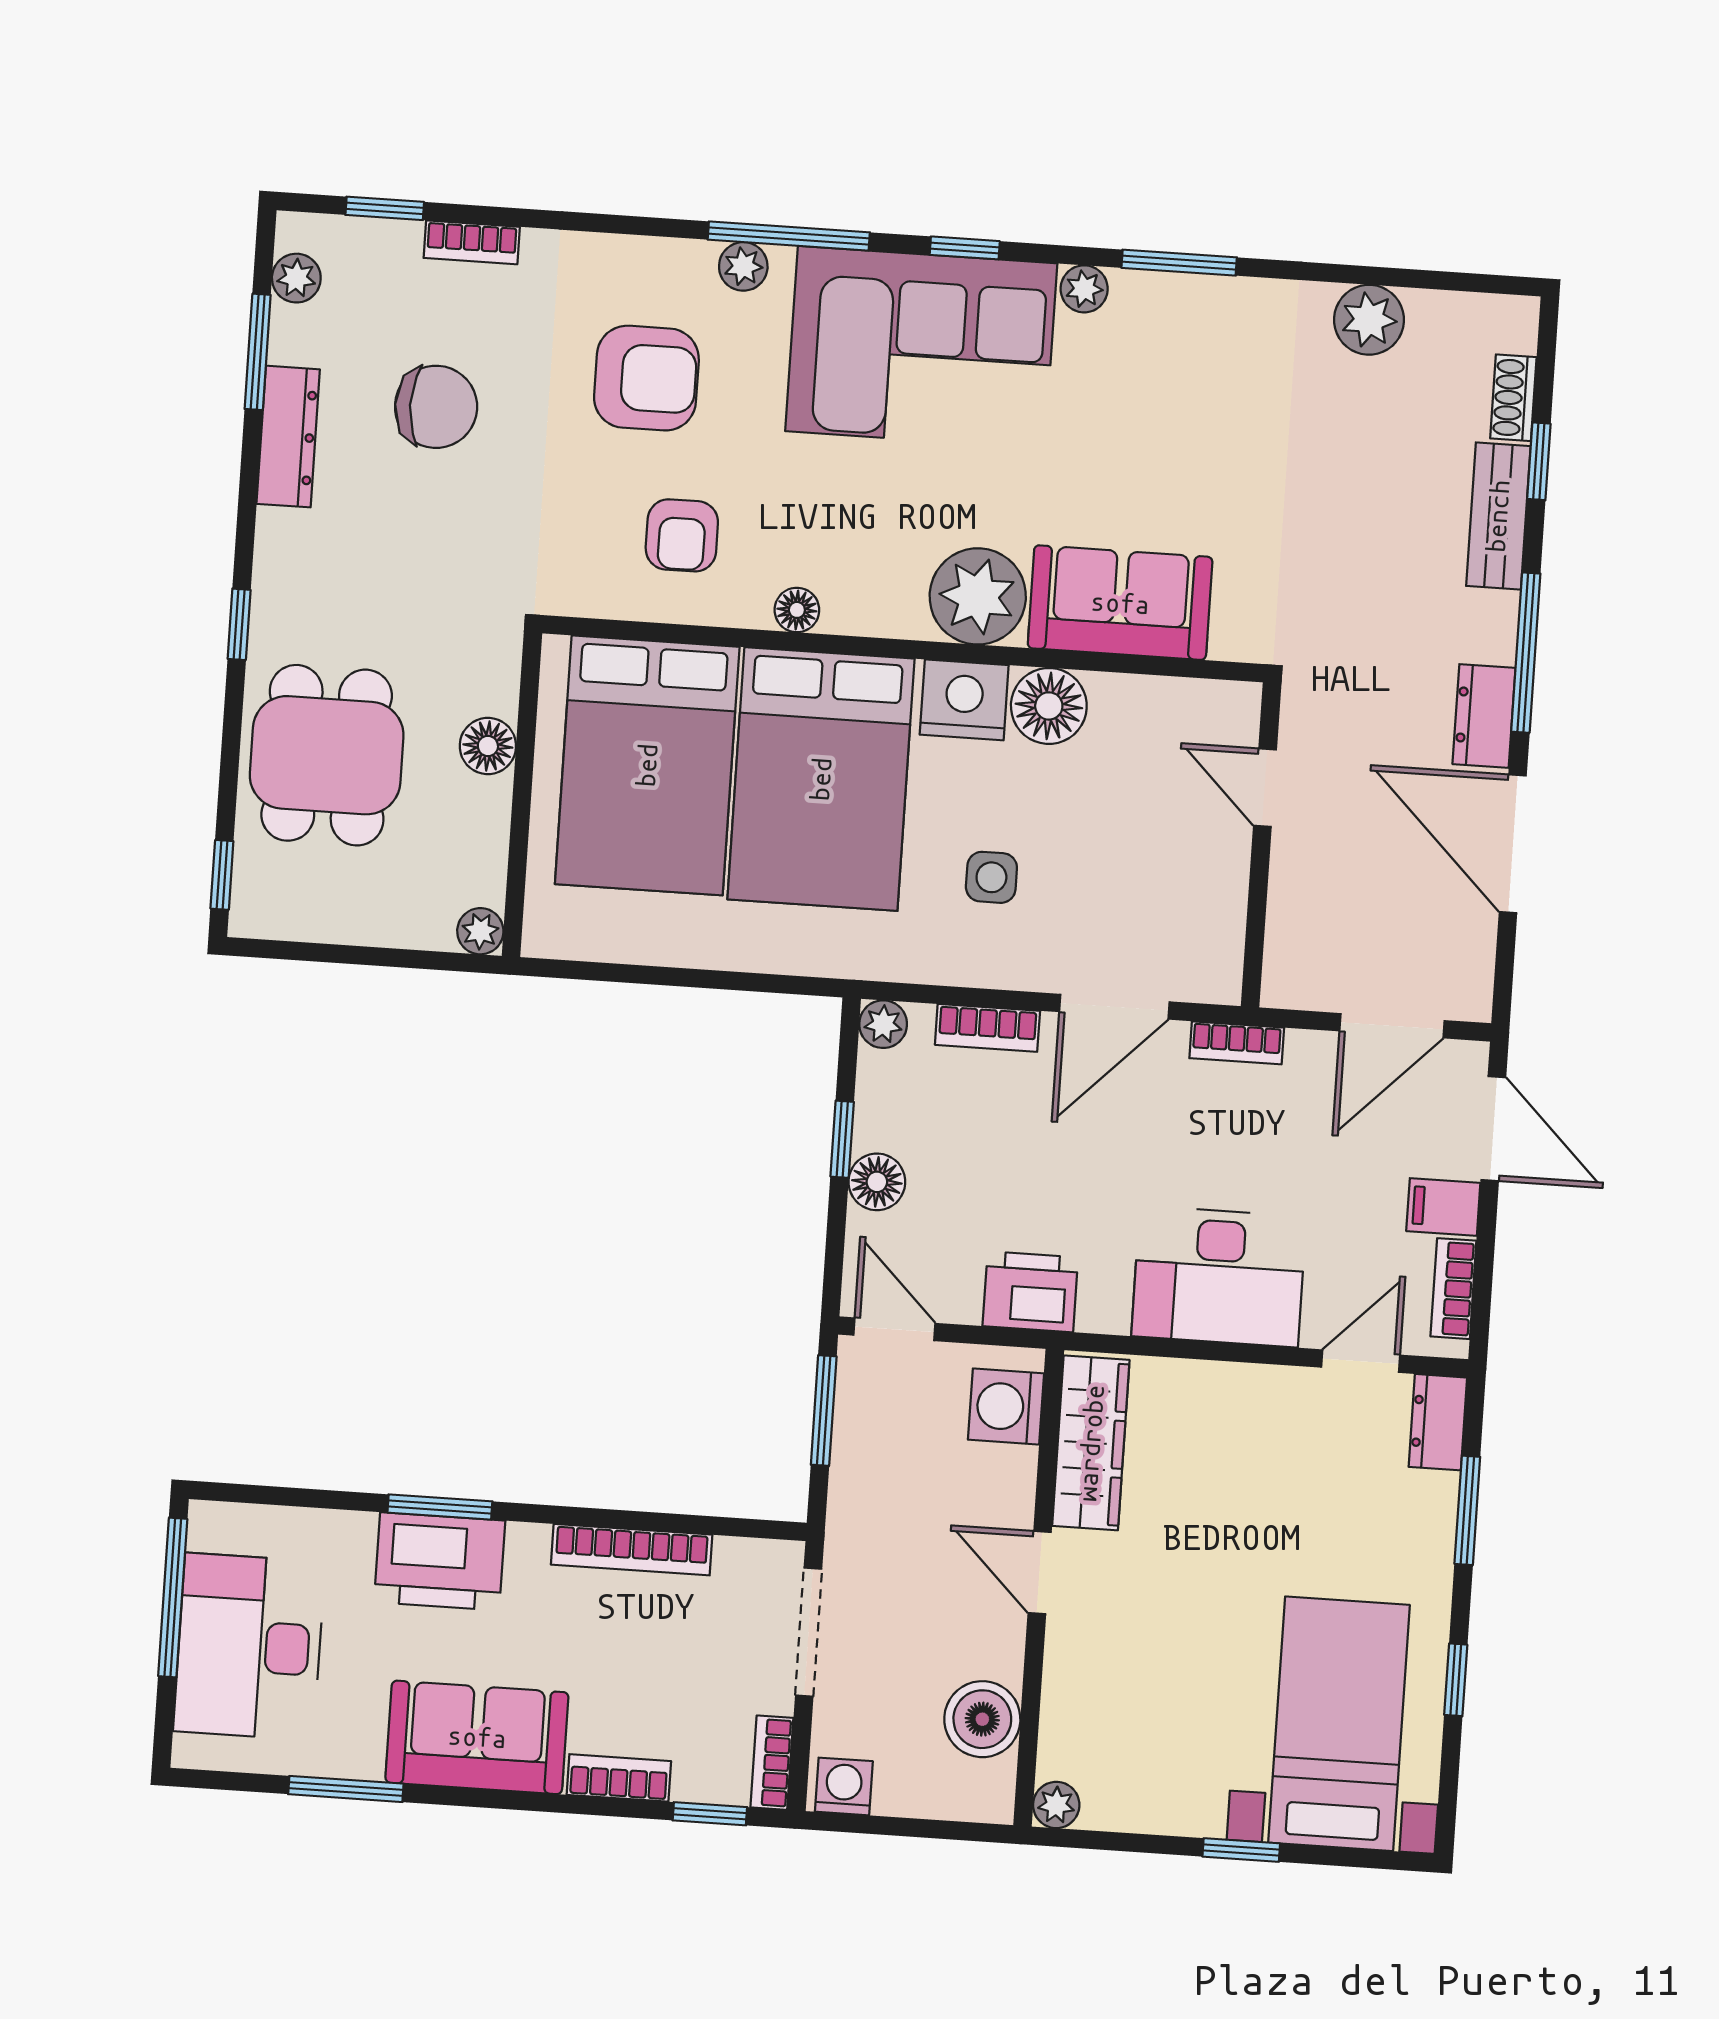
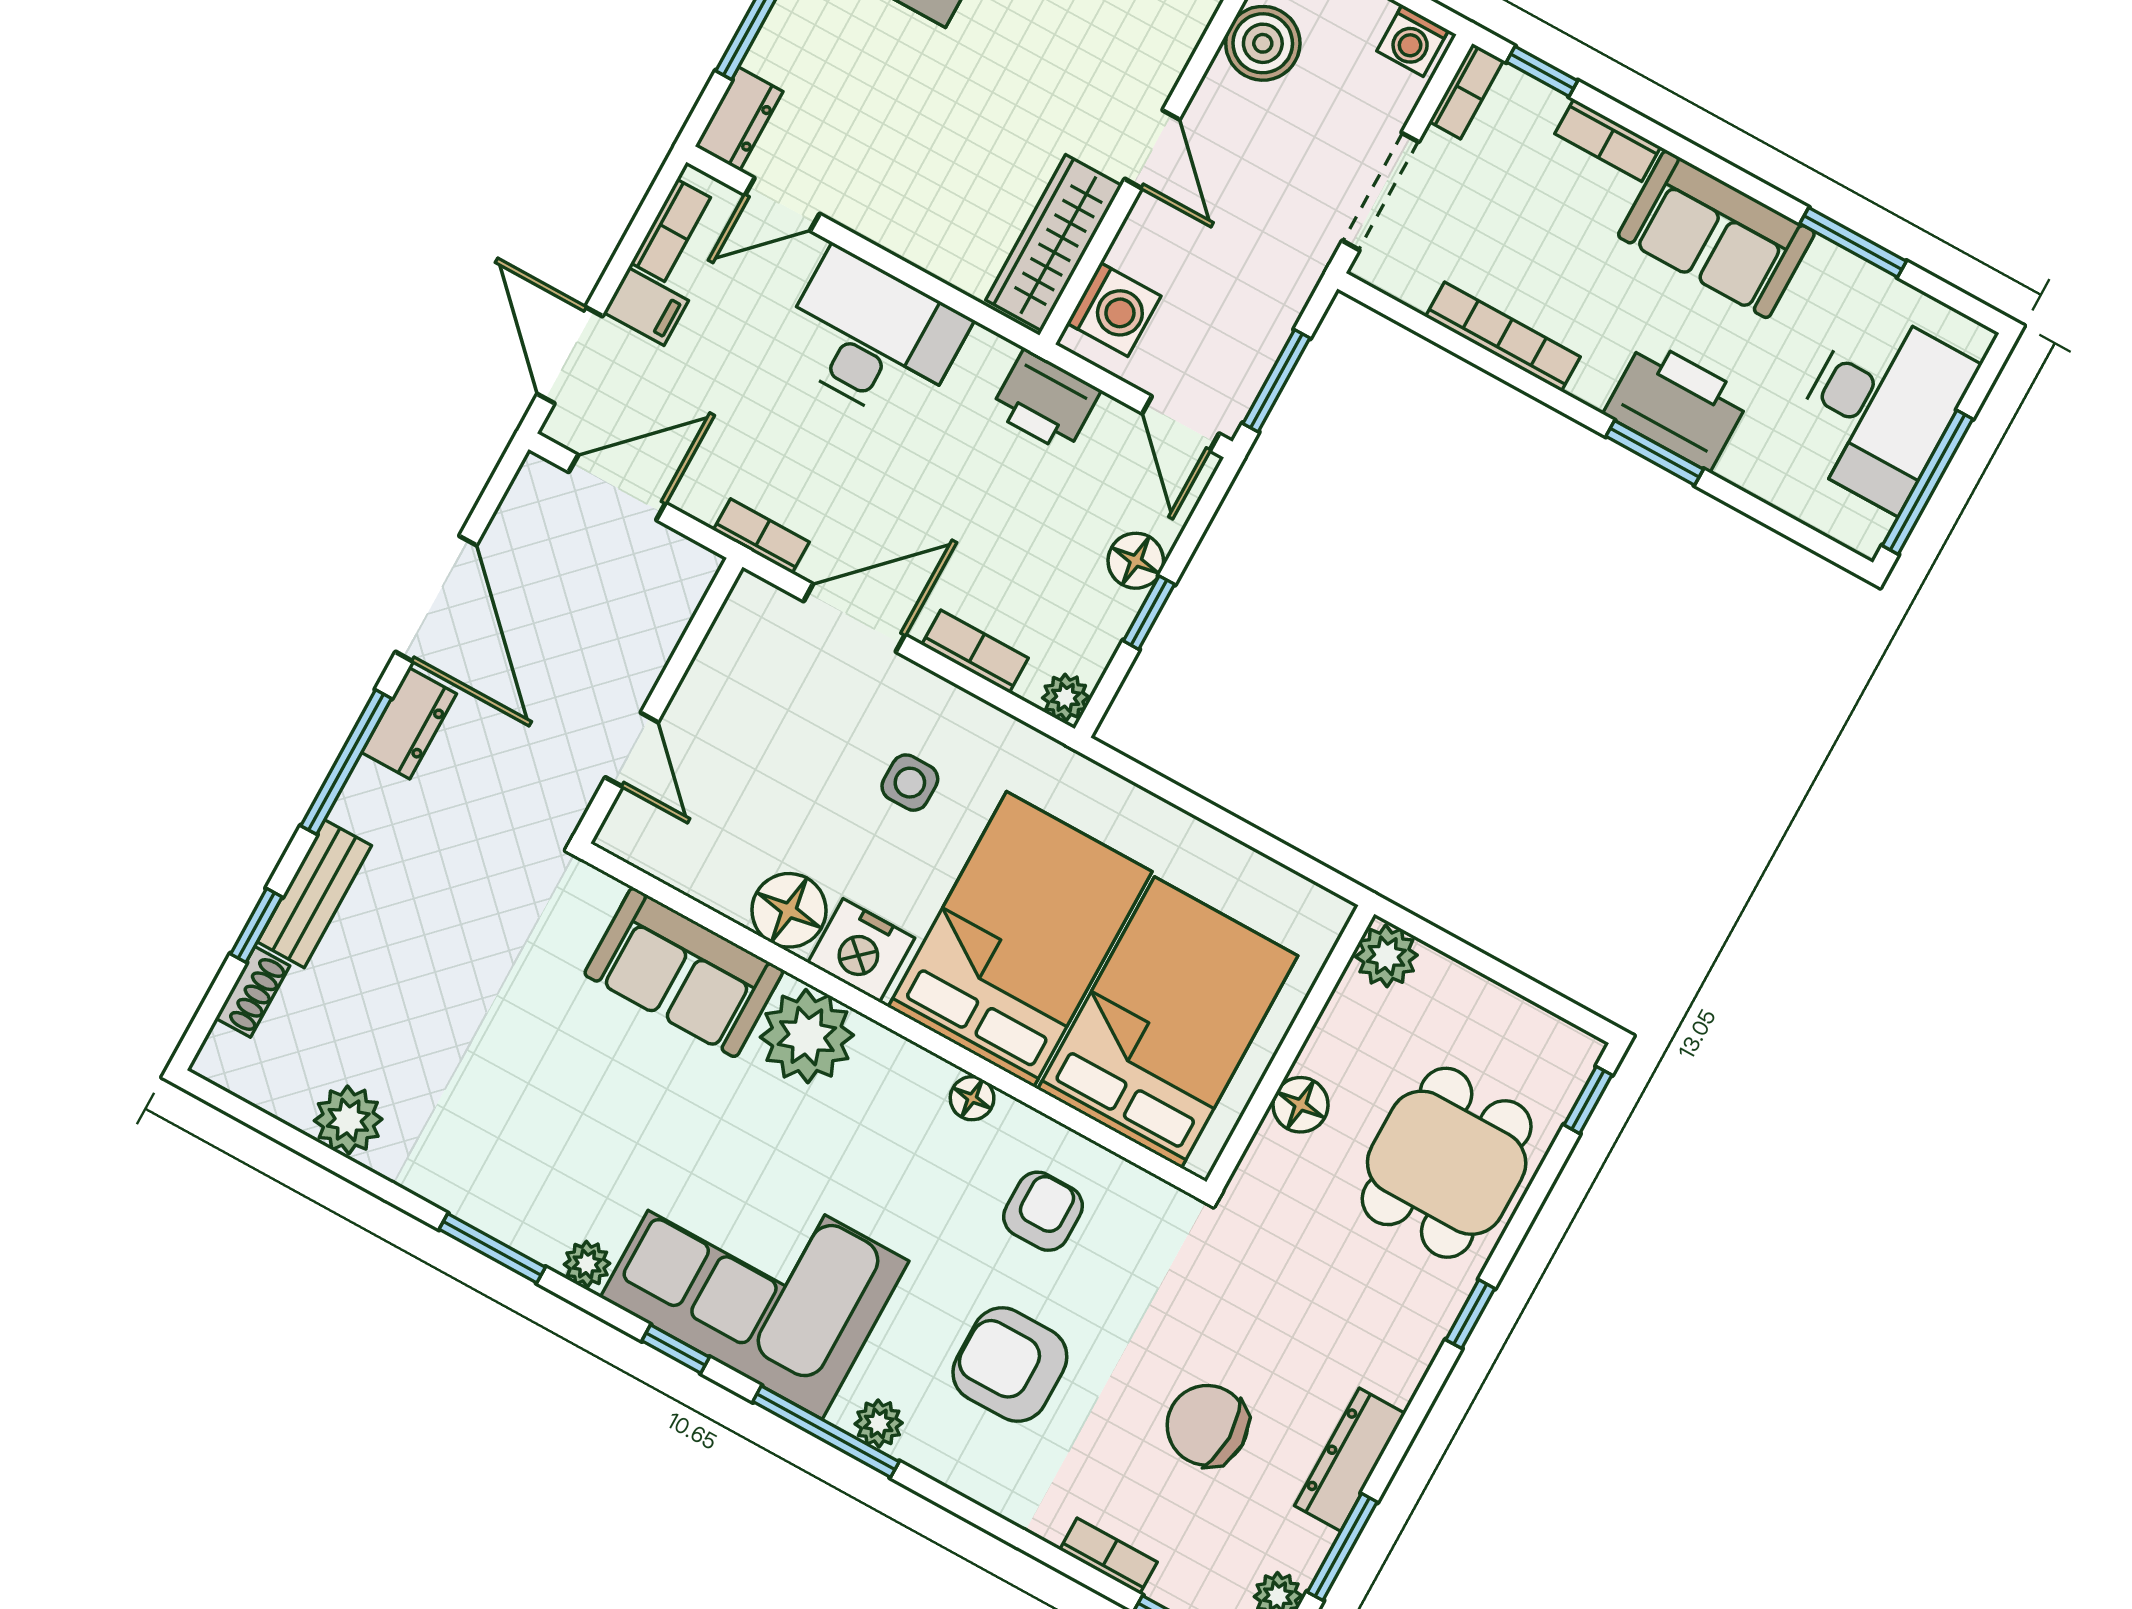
plant: (480, 931) -> (1386, 956), width x1.38, depth x1.38

